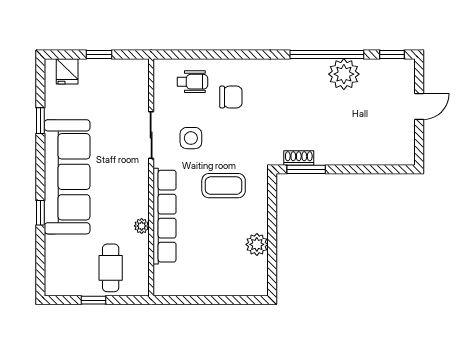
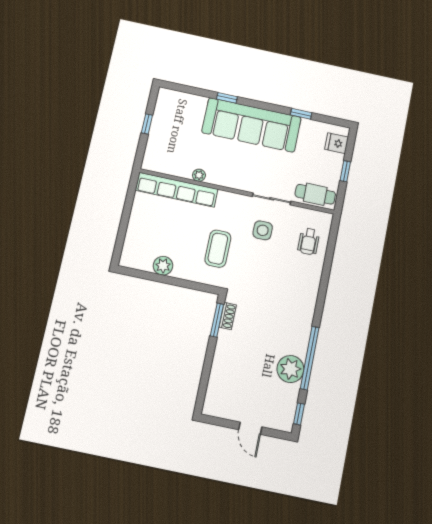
chair: (231, 97) -> (290, 270), removed
row of seats: (165, 216) -> (177, 190), moved
cafe table: (111, 268) -> (315, 194), moved

